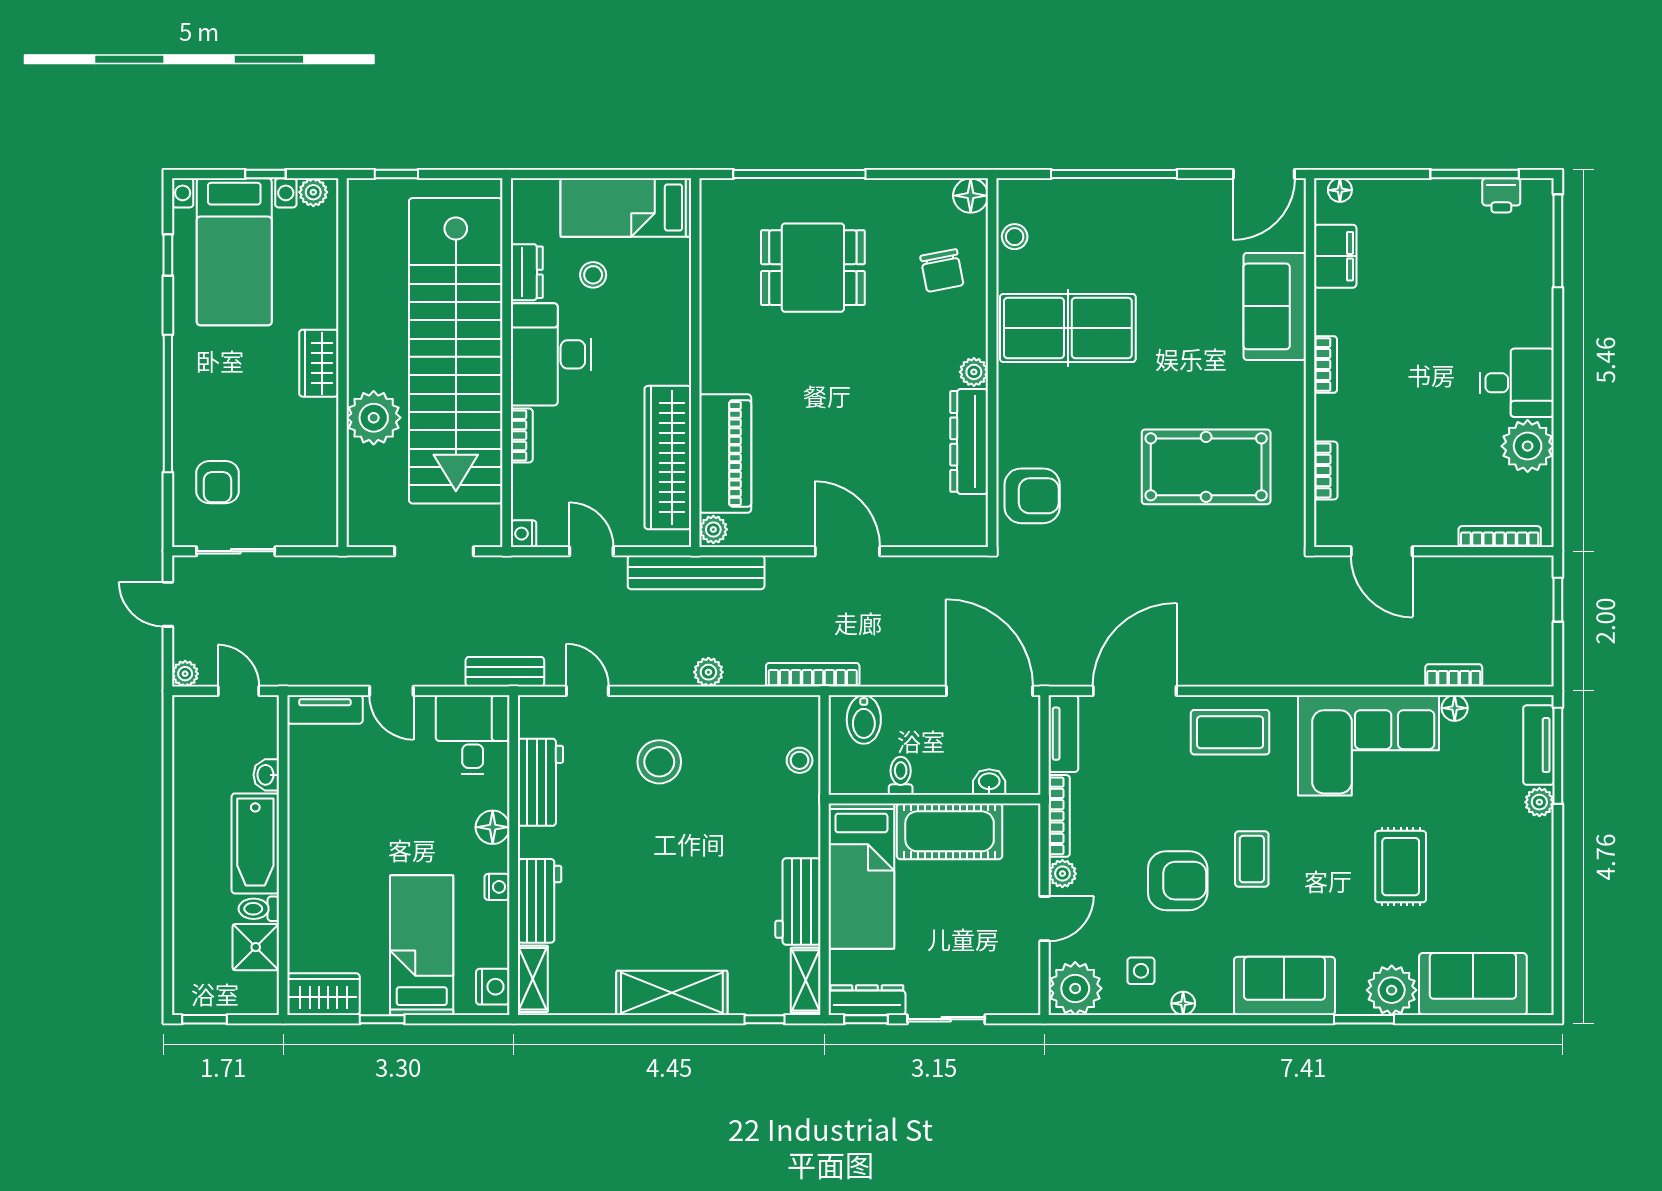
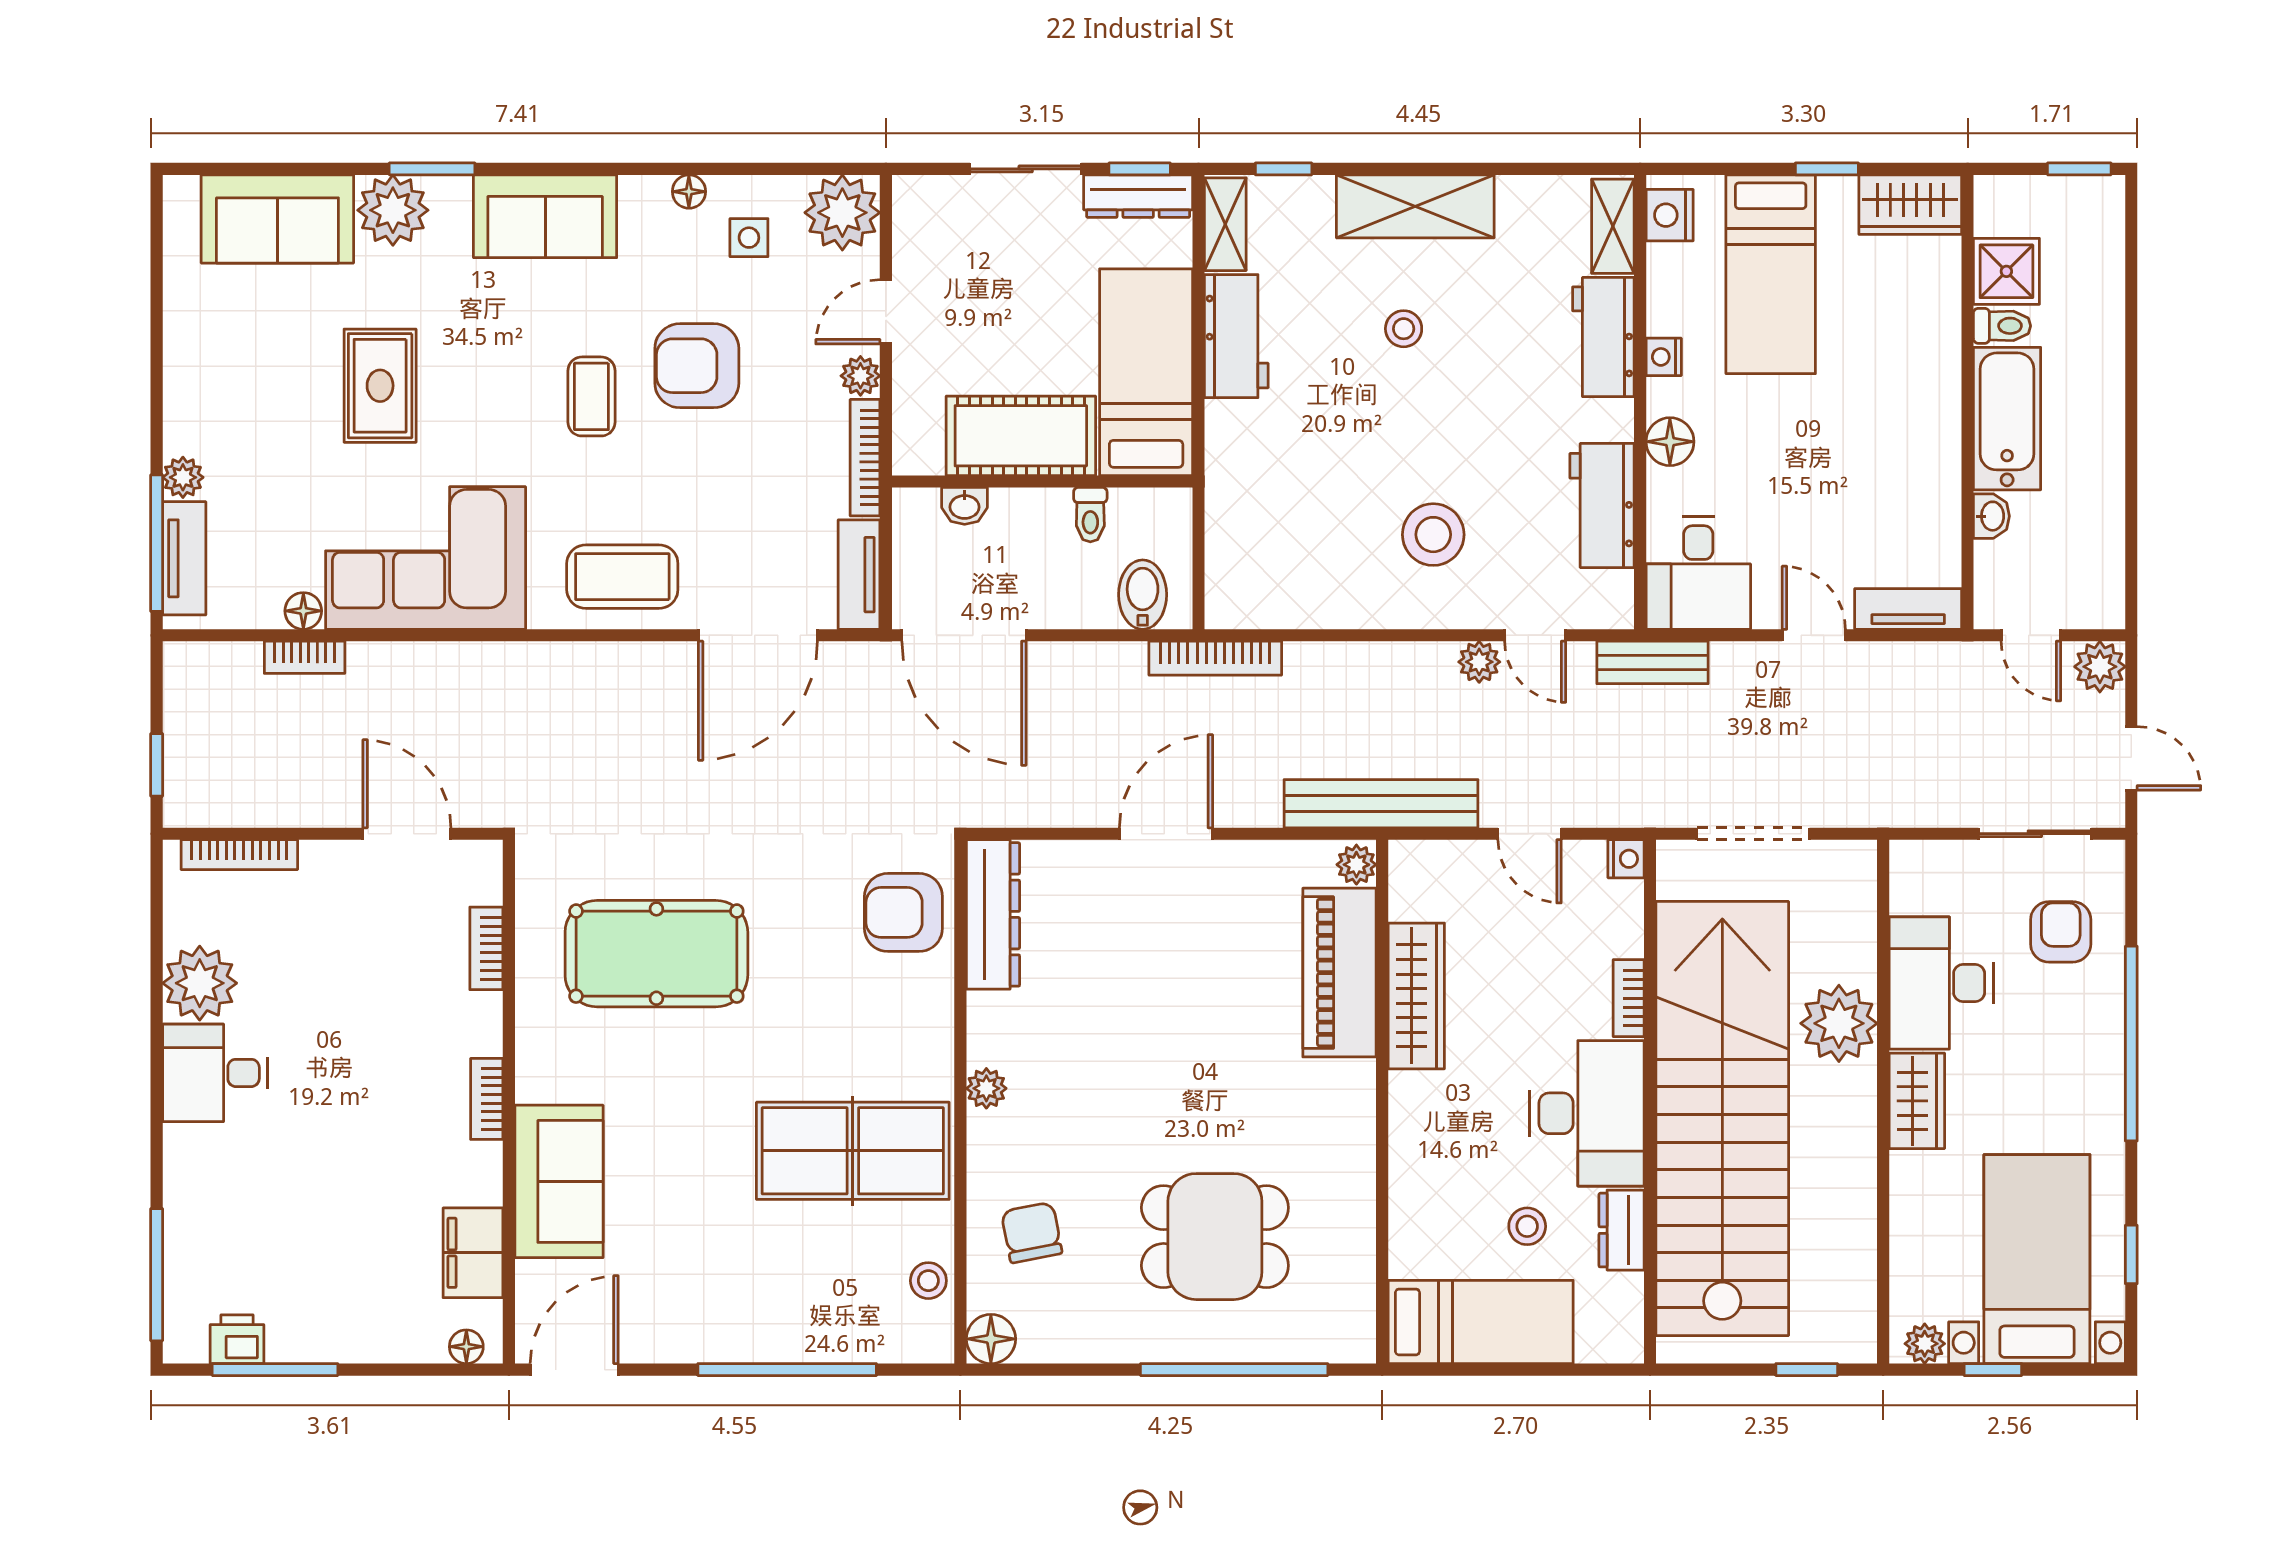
dresser: (969, 441) -> (993, 914), moved
desk: (302, 446) -> (1941, 983), added
wardrobe: (668, 458) -> (1416, 996), width x0.71, depth x0.85
door: (847, 551) -> (1166, 834), swing flipped
plant: (708, 672) -> (1479, 662), moved
plant: (185, 674) -> (2100, 667), width x1.38, depth x1.38
stool: (800, 760) -> (1404, 329), moved

